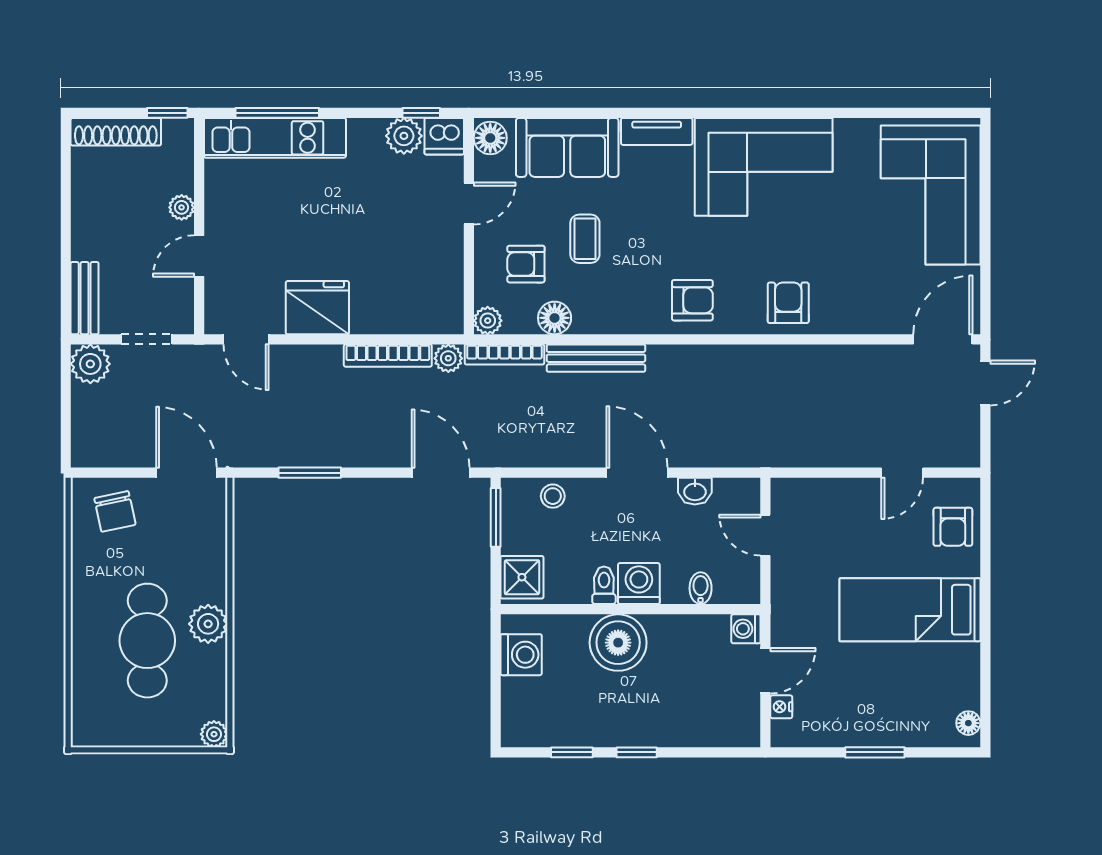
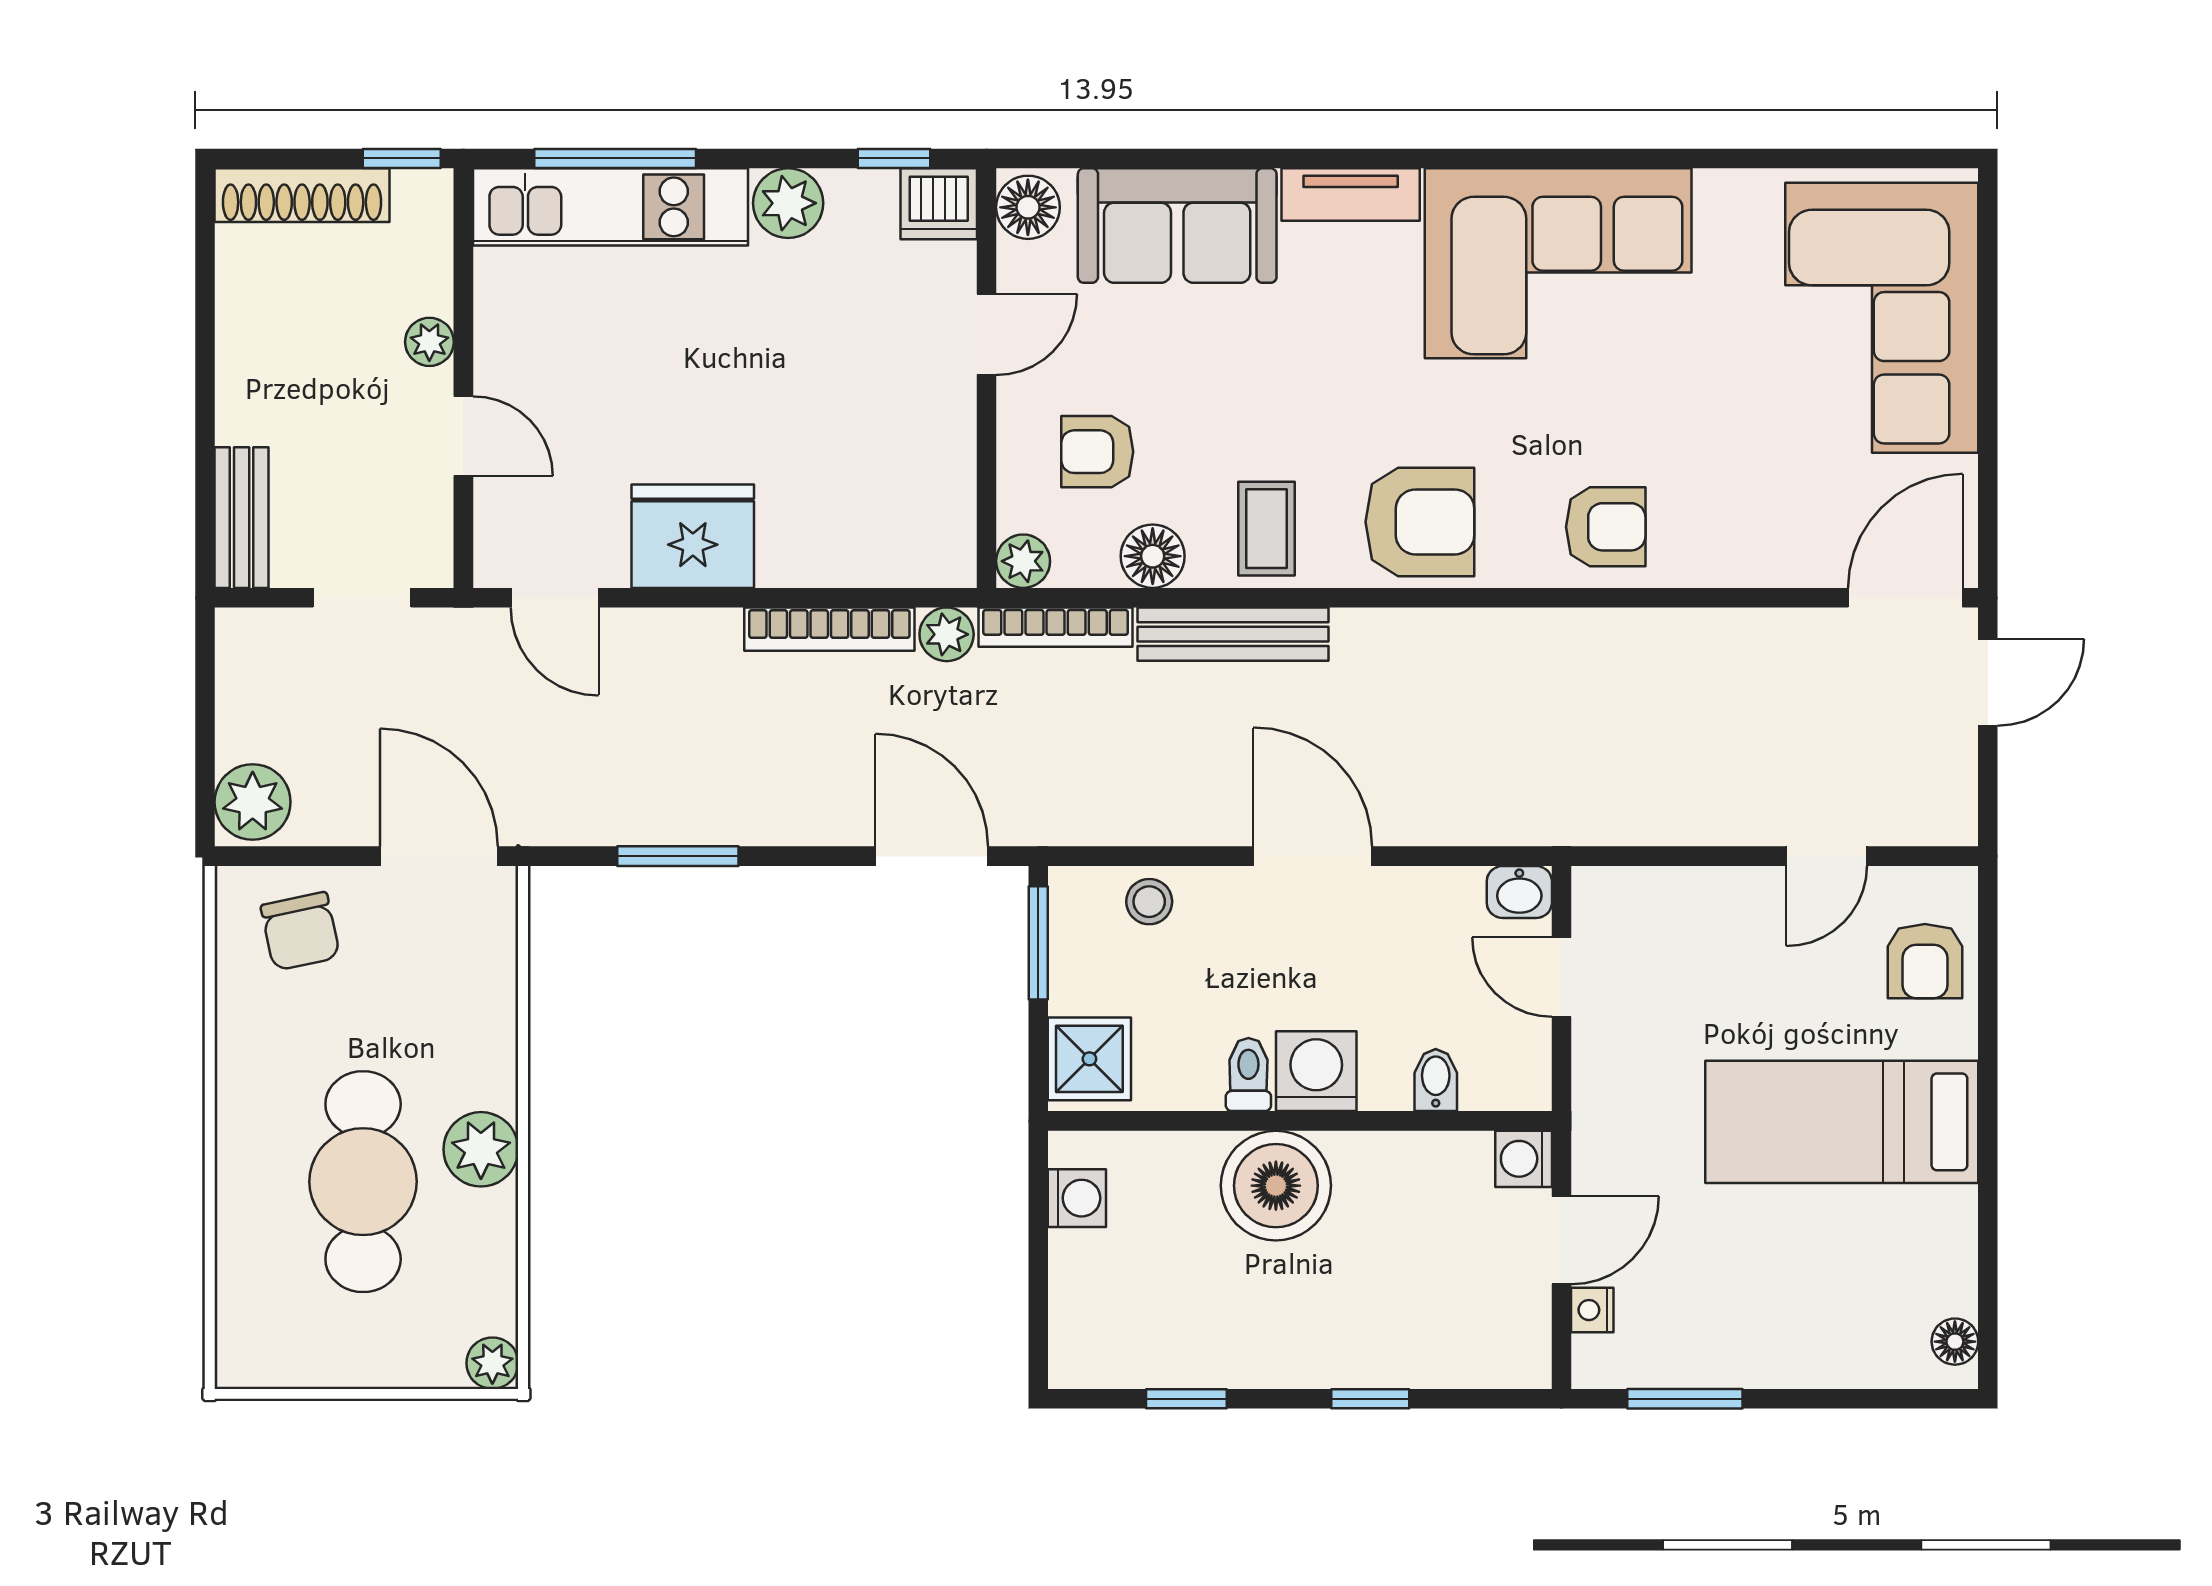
plant: (404, 136) -> (788, 203), moved
coffee table: (585, 239) -> (1266, 529), moved
door: (199, 256) -> (463, 436), swing flipped
armchair: (692, 300) -> (1420, 522), width x1.38, depth x1.38
armchair: (788, 303) -> (1606, 527), turned 90
plant: (90, 364) -> (253, 802), moved
washbasin: (695, 491) -> (1519, 892), moved
washing machine: (521, 655) -> (1077, 1198), width x0.73, depth x0.73
window: (637, 752) -> (1370, 1399), moved
window: (875, 752) -> (1685, 1399), moved

